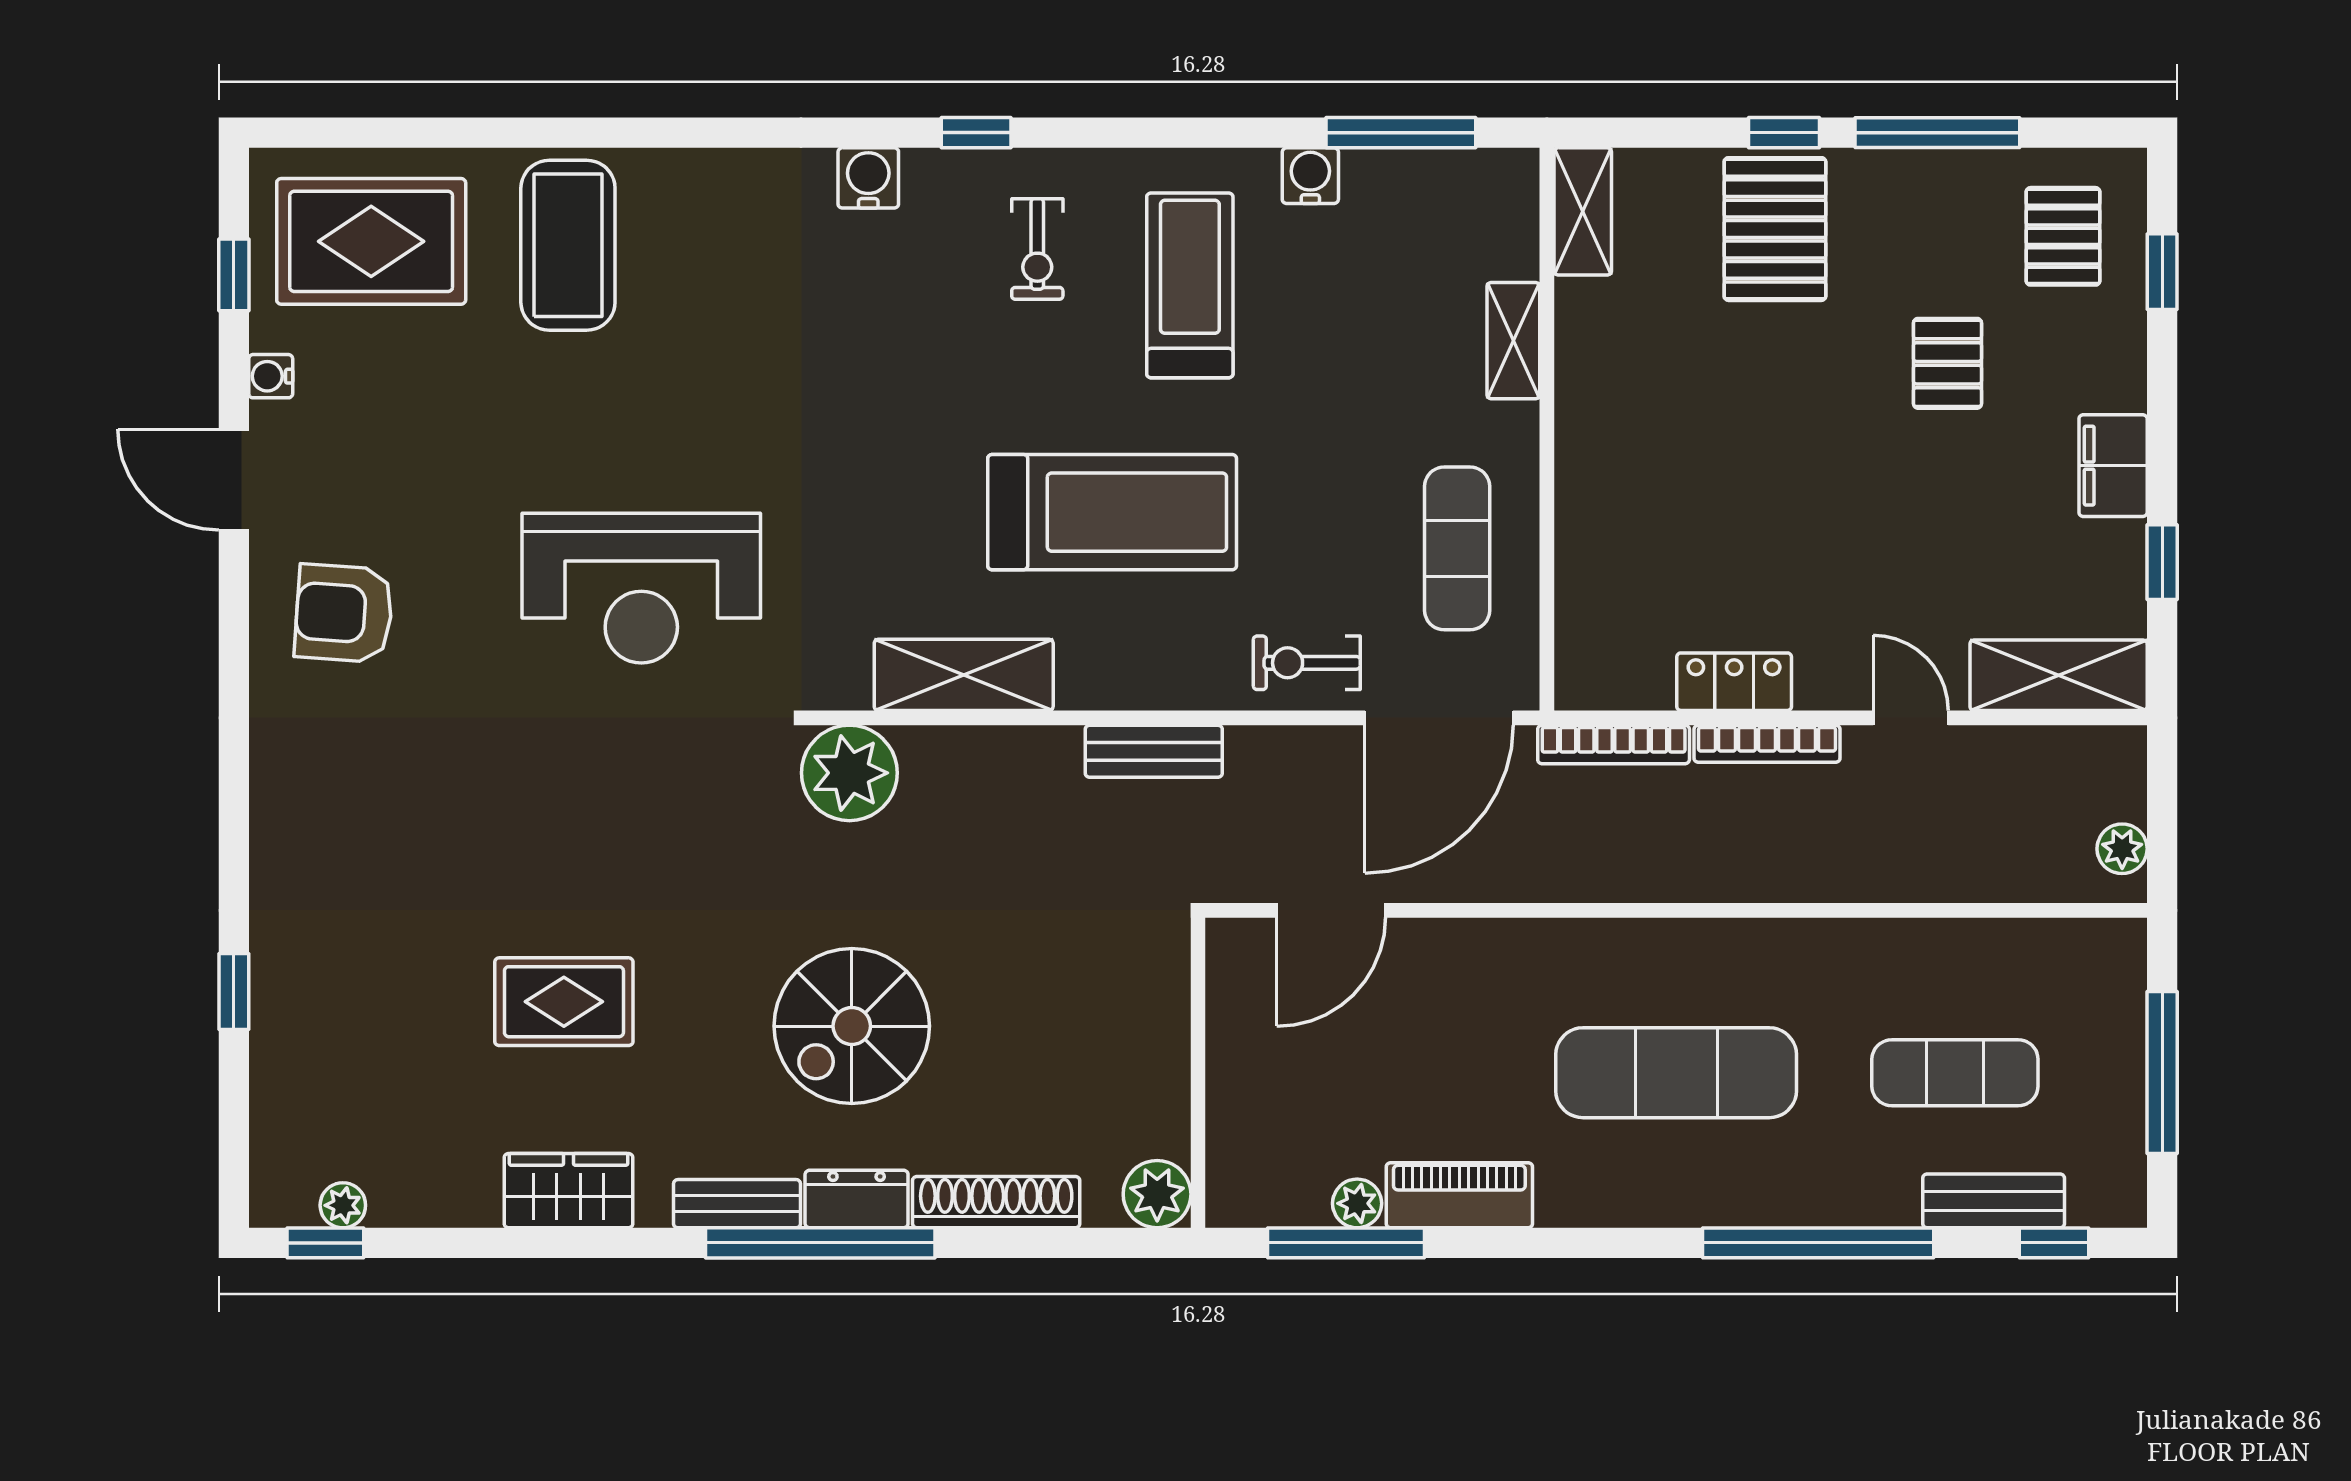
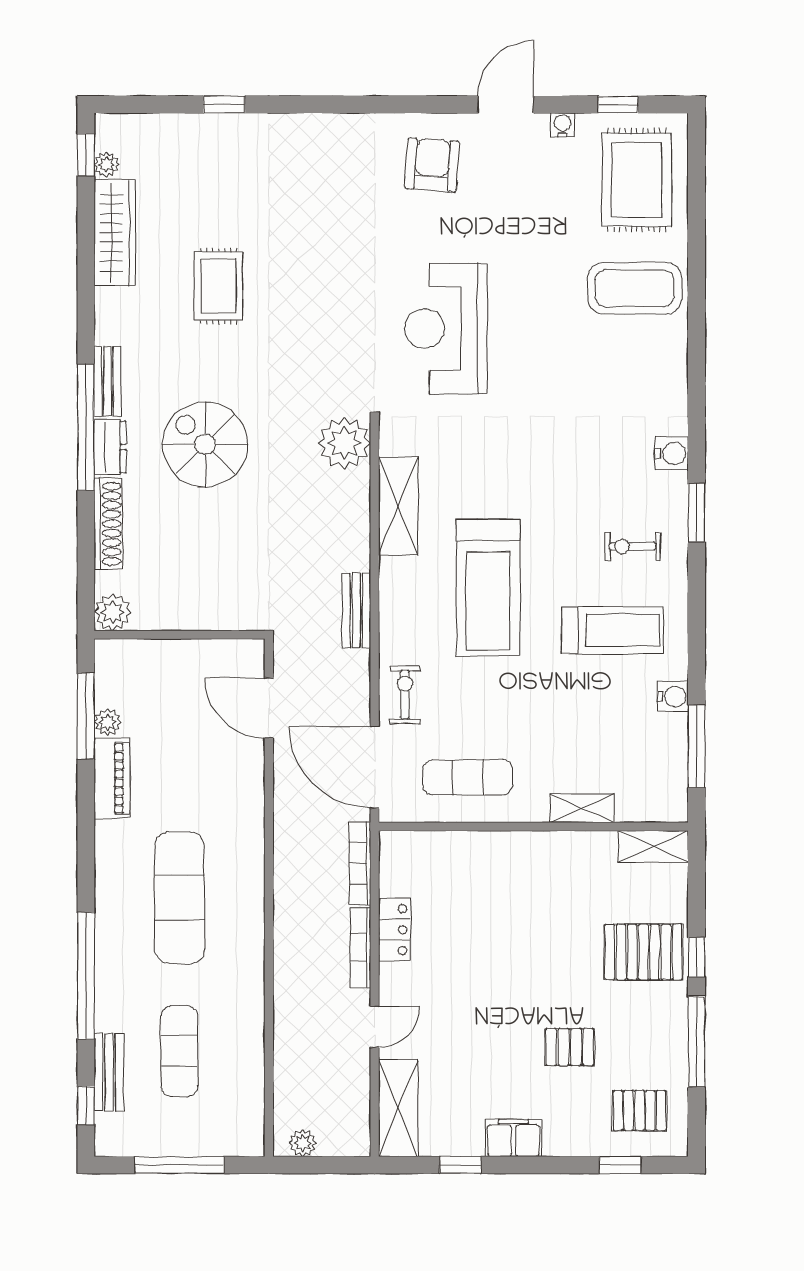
window: (976, 133) -> (697, 513), width x1.50
wardrobe: (569, 1191) -> (115, 233), moved, width x1.50

